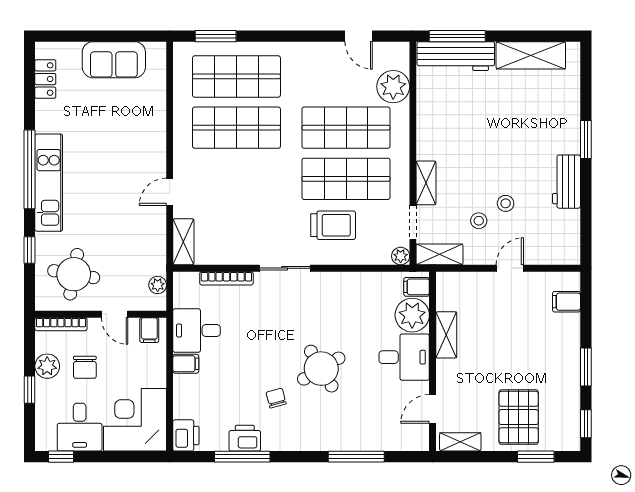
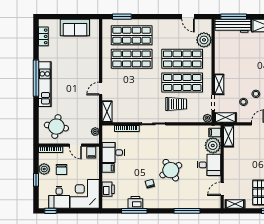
window: (29, 250) -> (36, 115), removed
shelving: (446, 335) -> (228, 136), moved
printer: (186, 435) -> (108, 189), moved

